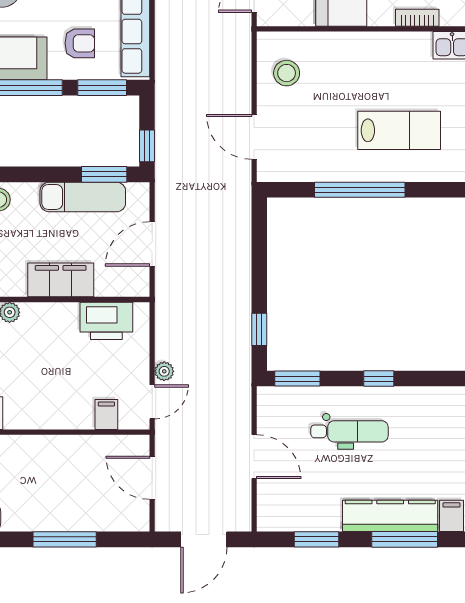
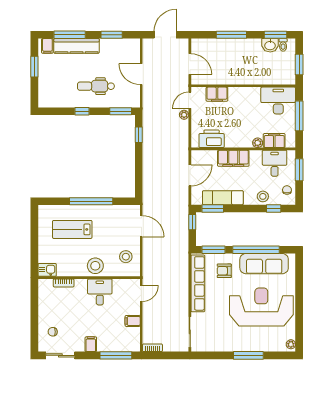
stool: (351, 54) -> (95, 266), added
filing cabinet: (106, 415) -> (217, 94), width x2.00

